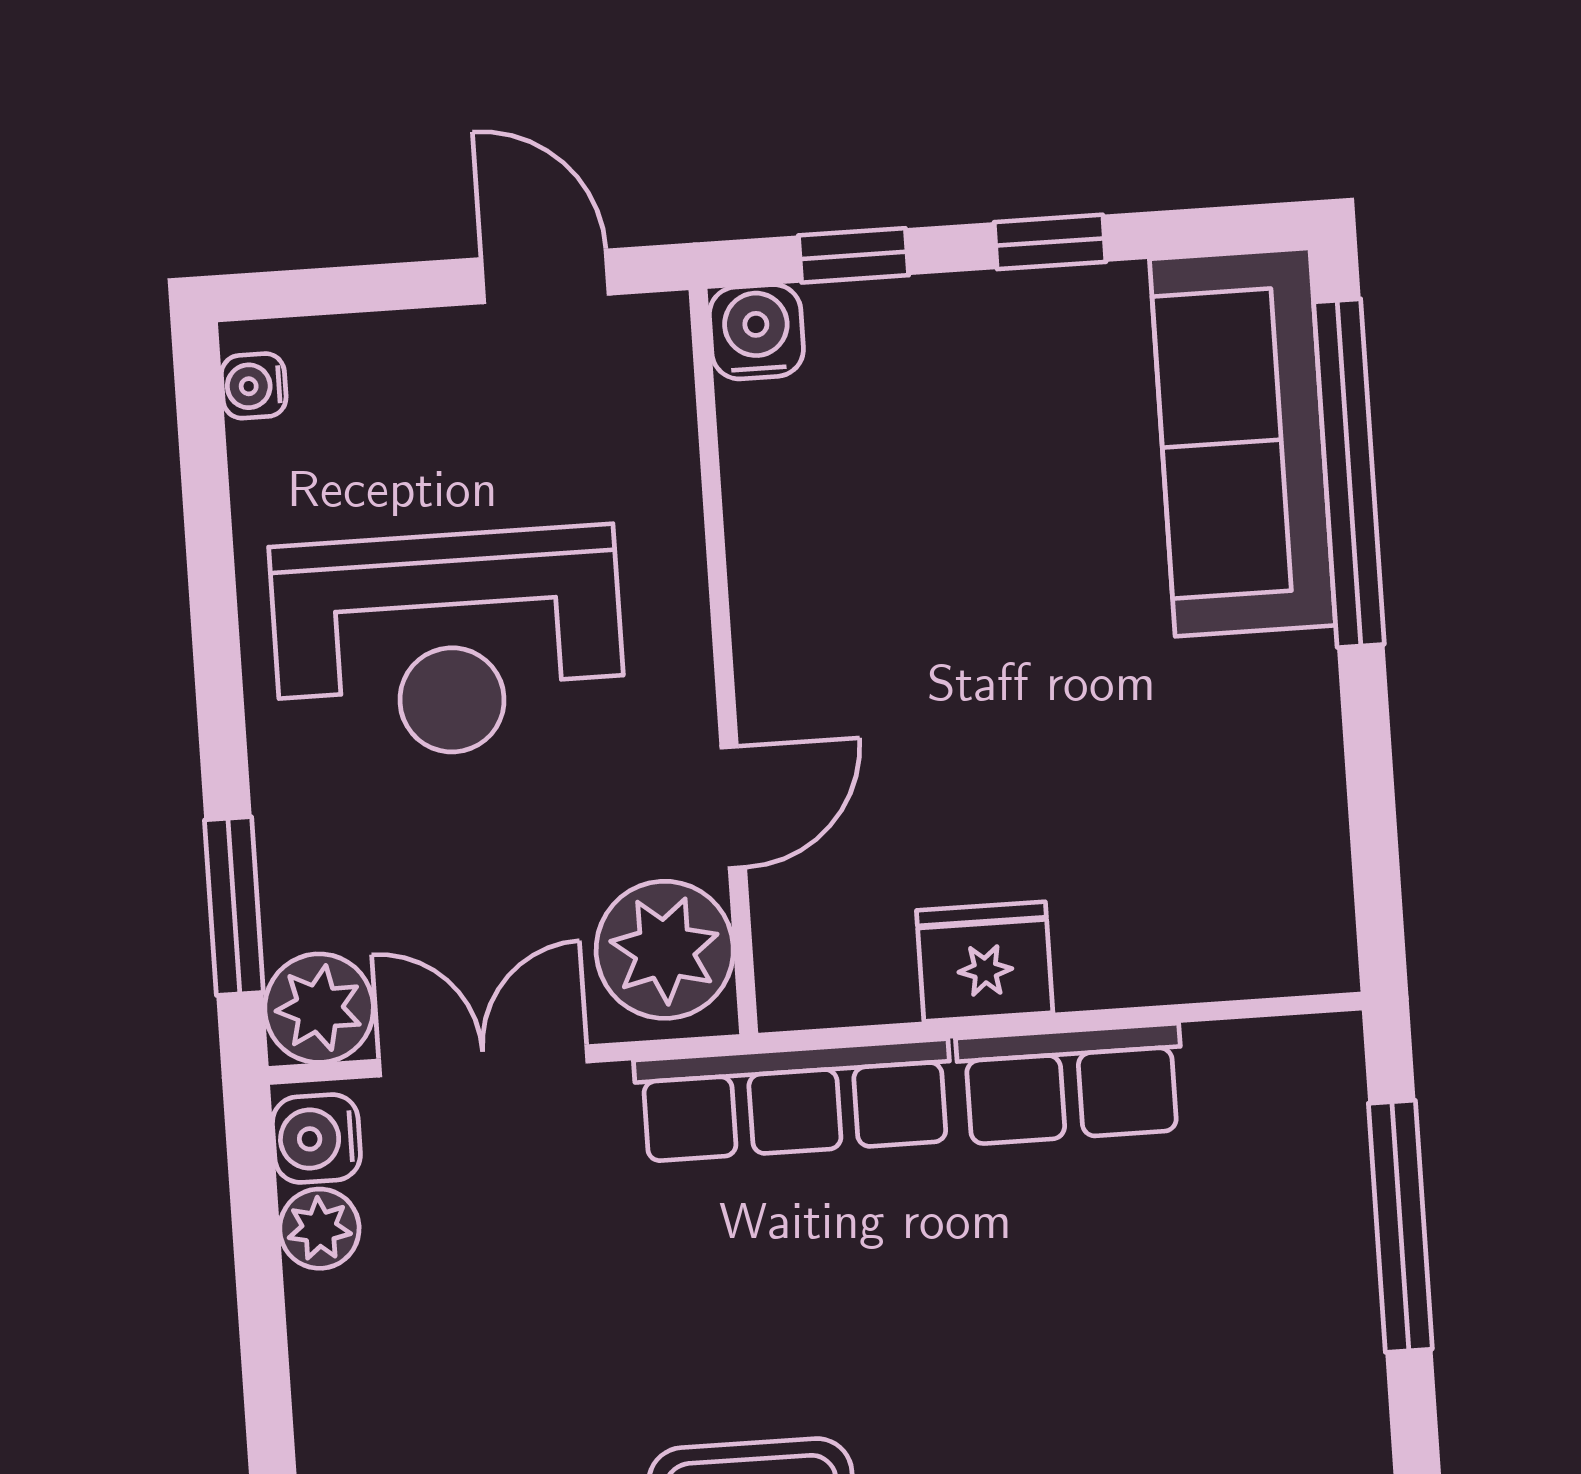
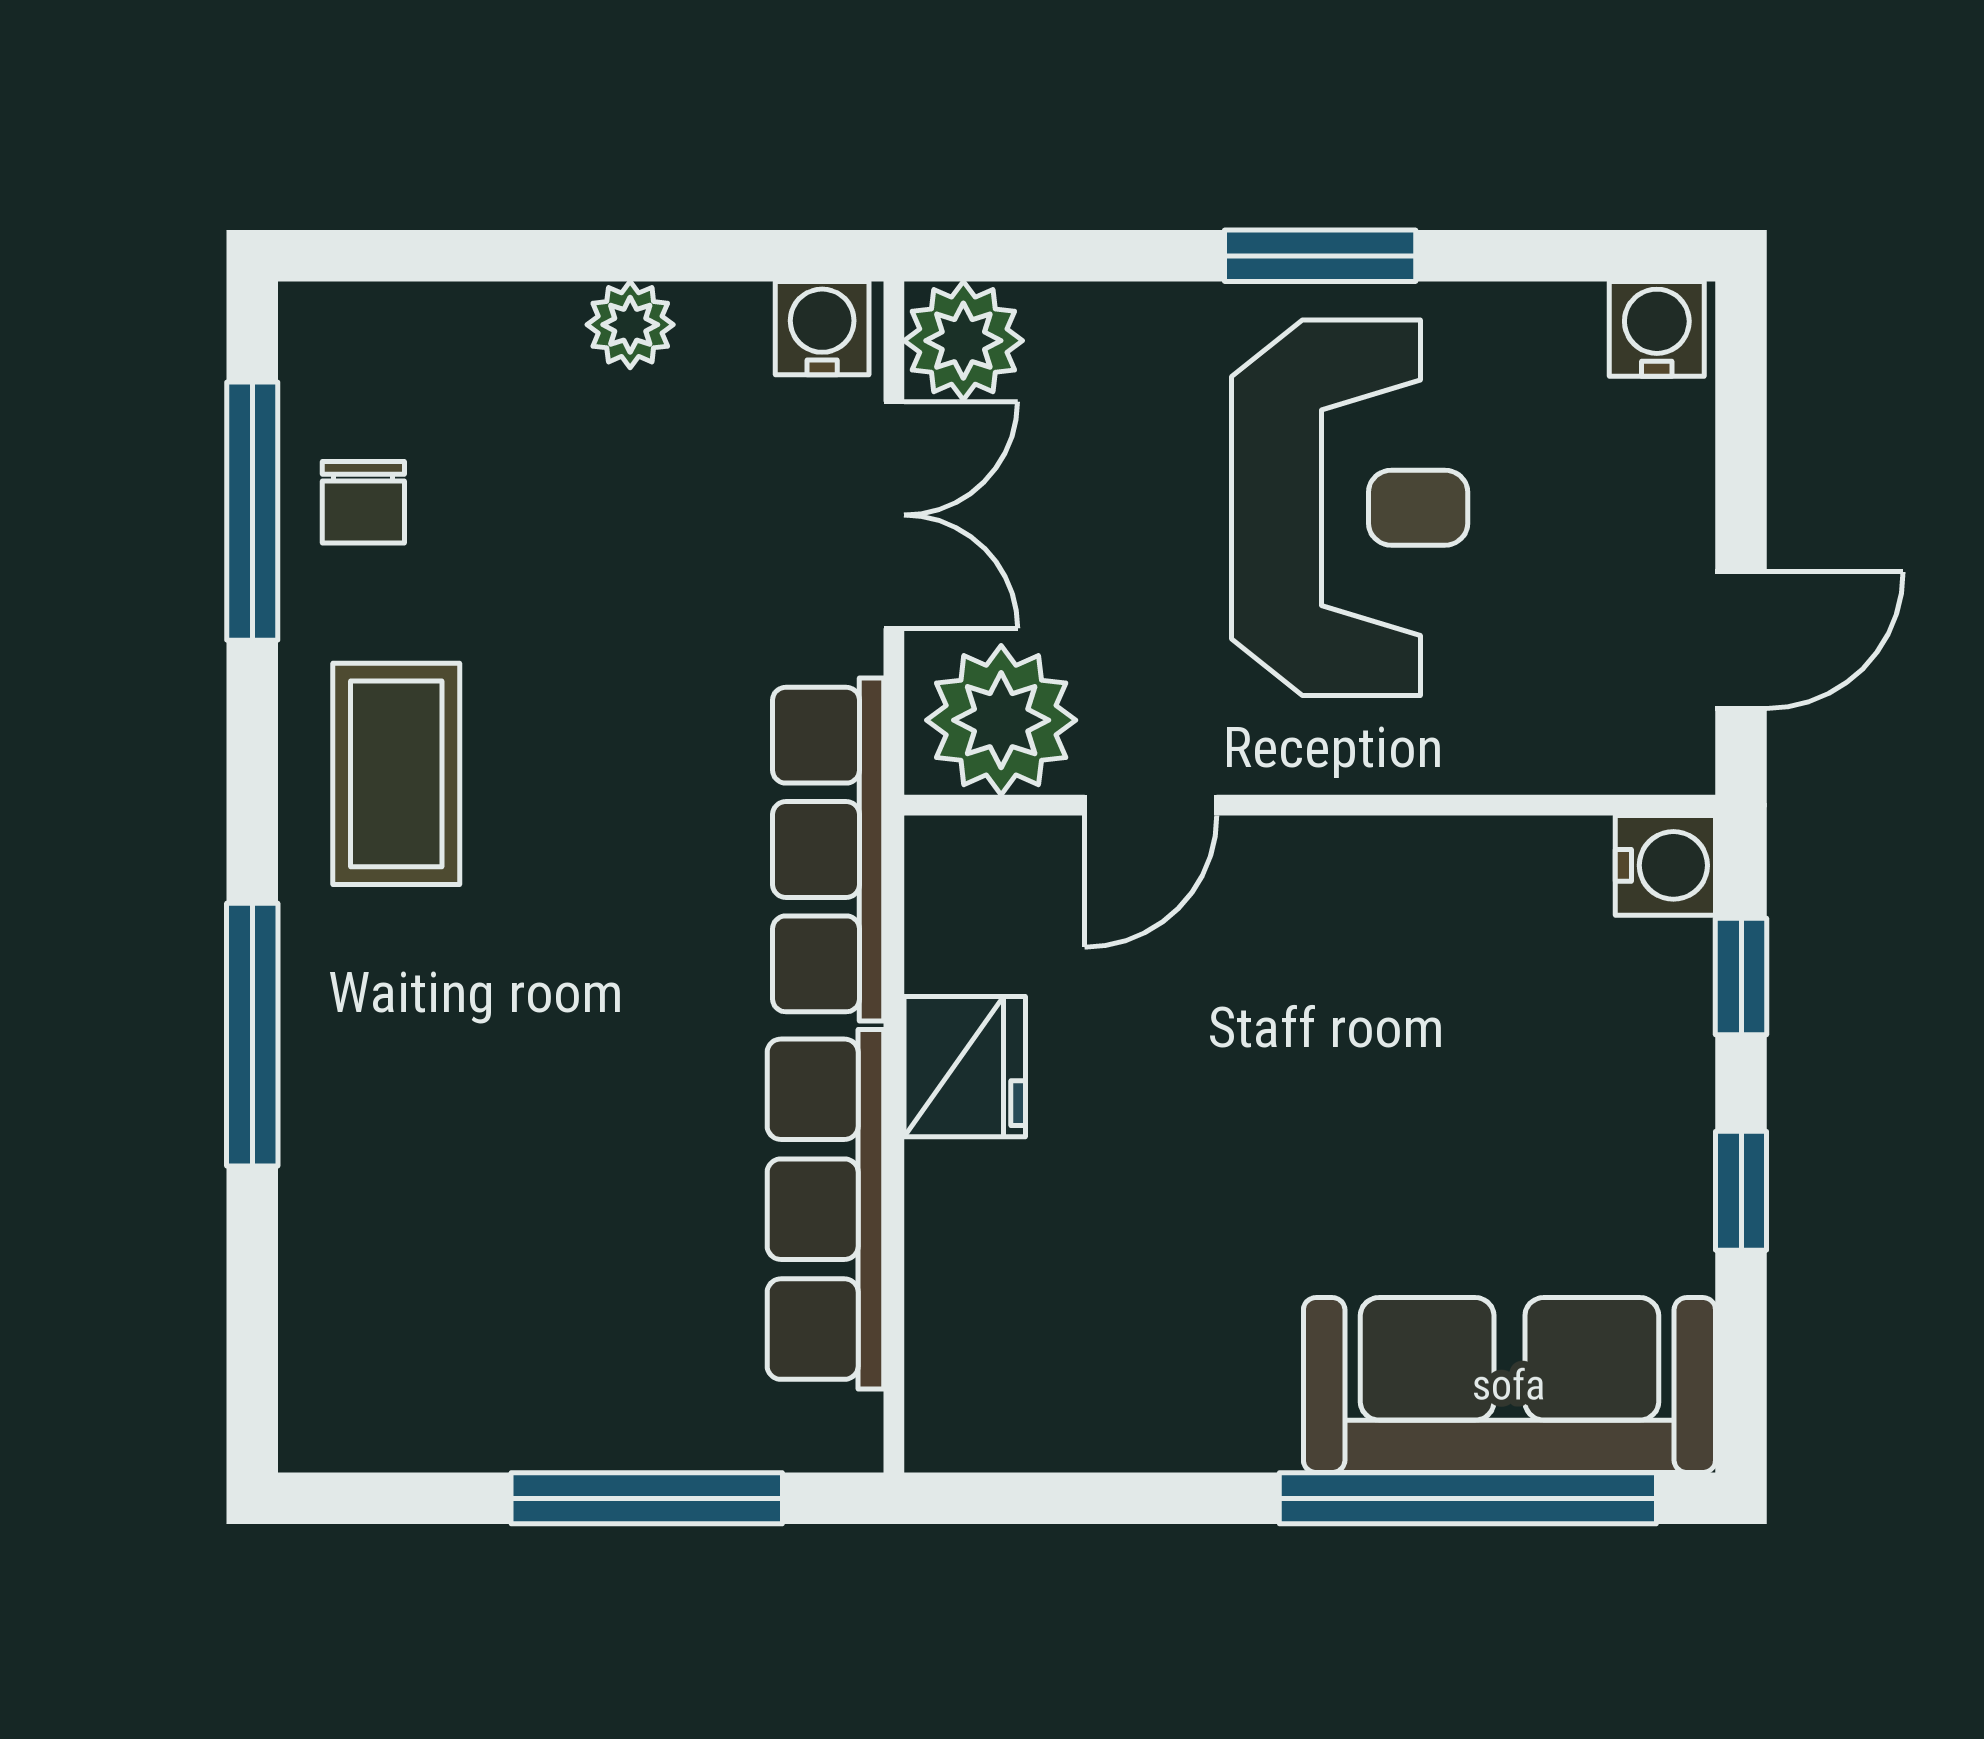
water cooler: (254, 386) -> (1657, 329), width x1.38, depth x1.38
reception desk: (448, 644) -> (1350, 508), turned 180
door: (733, 807) -> (1151, 805), hinge flipped
window: (234, 906) -> (1320, 256), moved
row of seats: (1071, 1084) -> (825, 1209), width x1.48
plant: (319, 1229) -> (630, 325), moved

